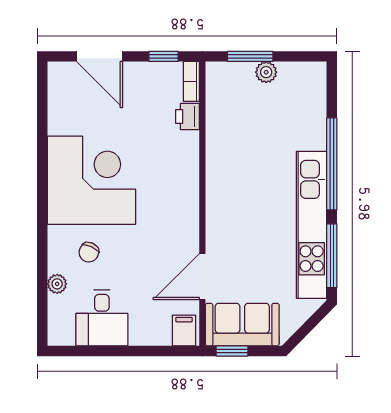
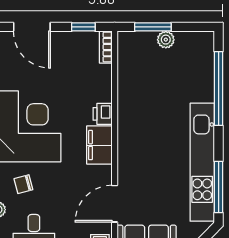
printer: (187, 116) -> (103, 114), moved
window: (332, 164) -> (219, 88), moved
filing cabinet: (183, 203) -> (99, 145), added
chair: (89, 252) -> (23, 184), turned 50

